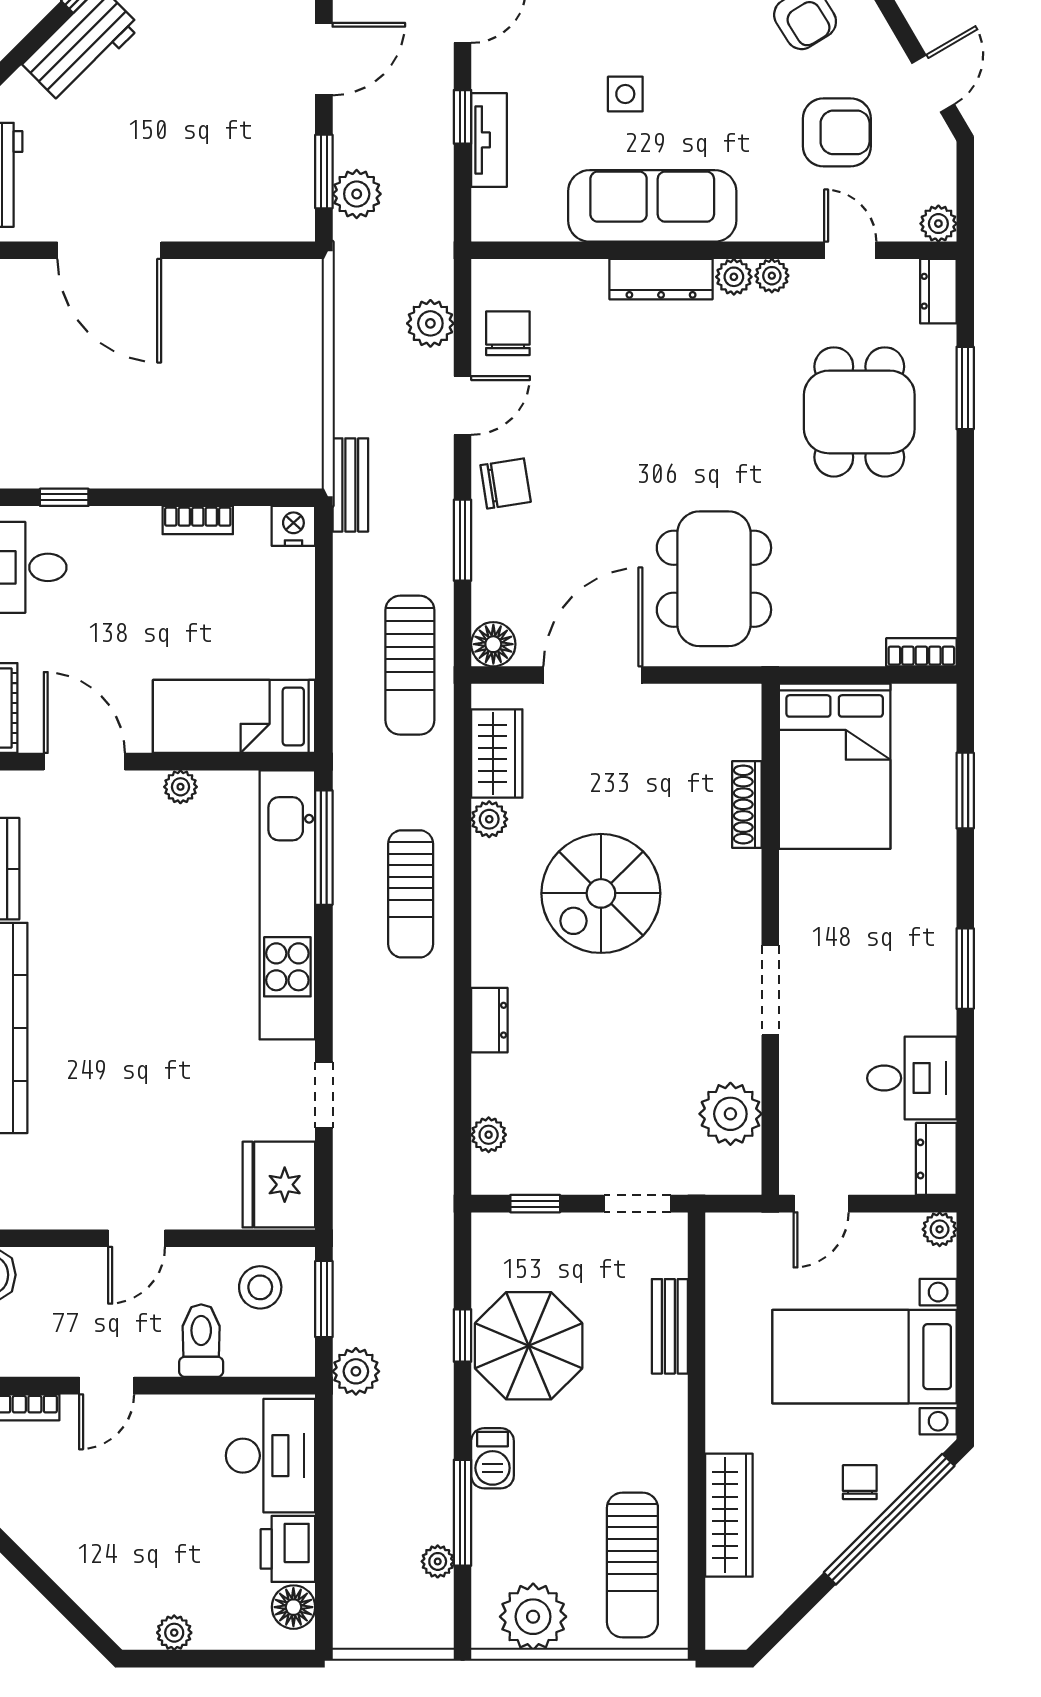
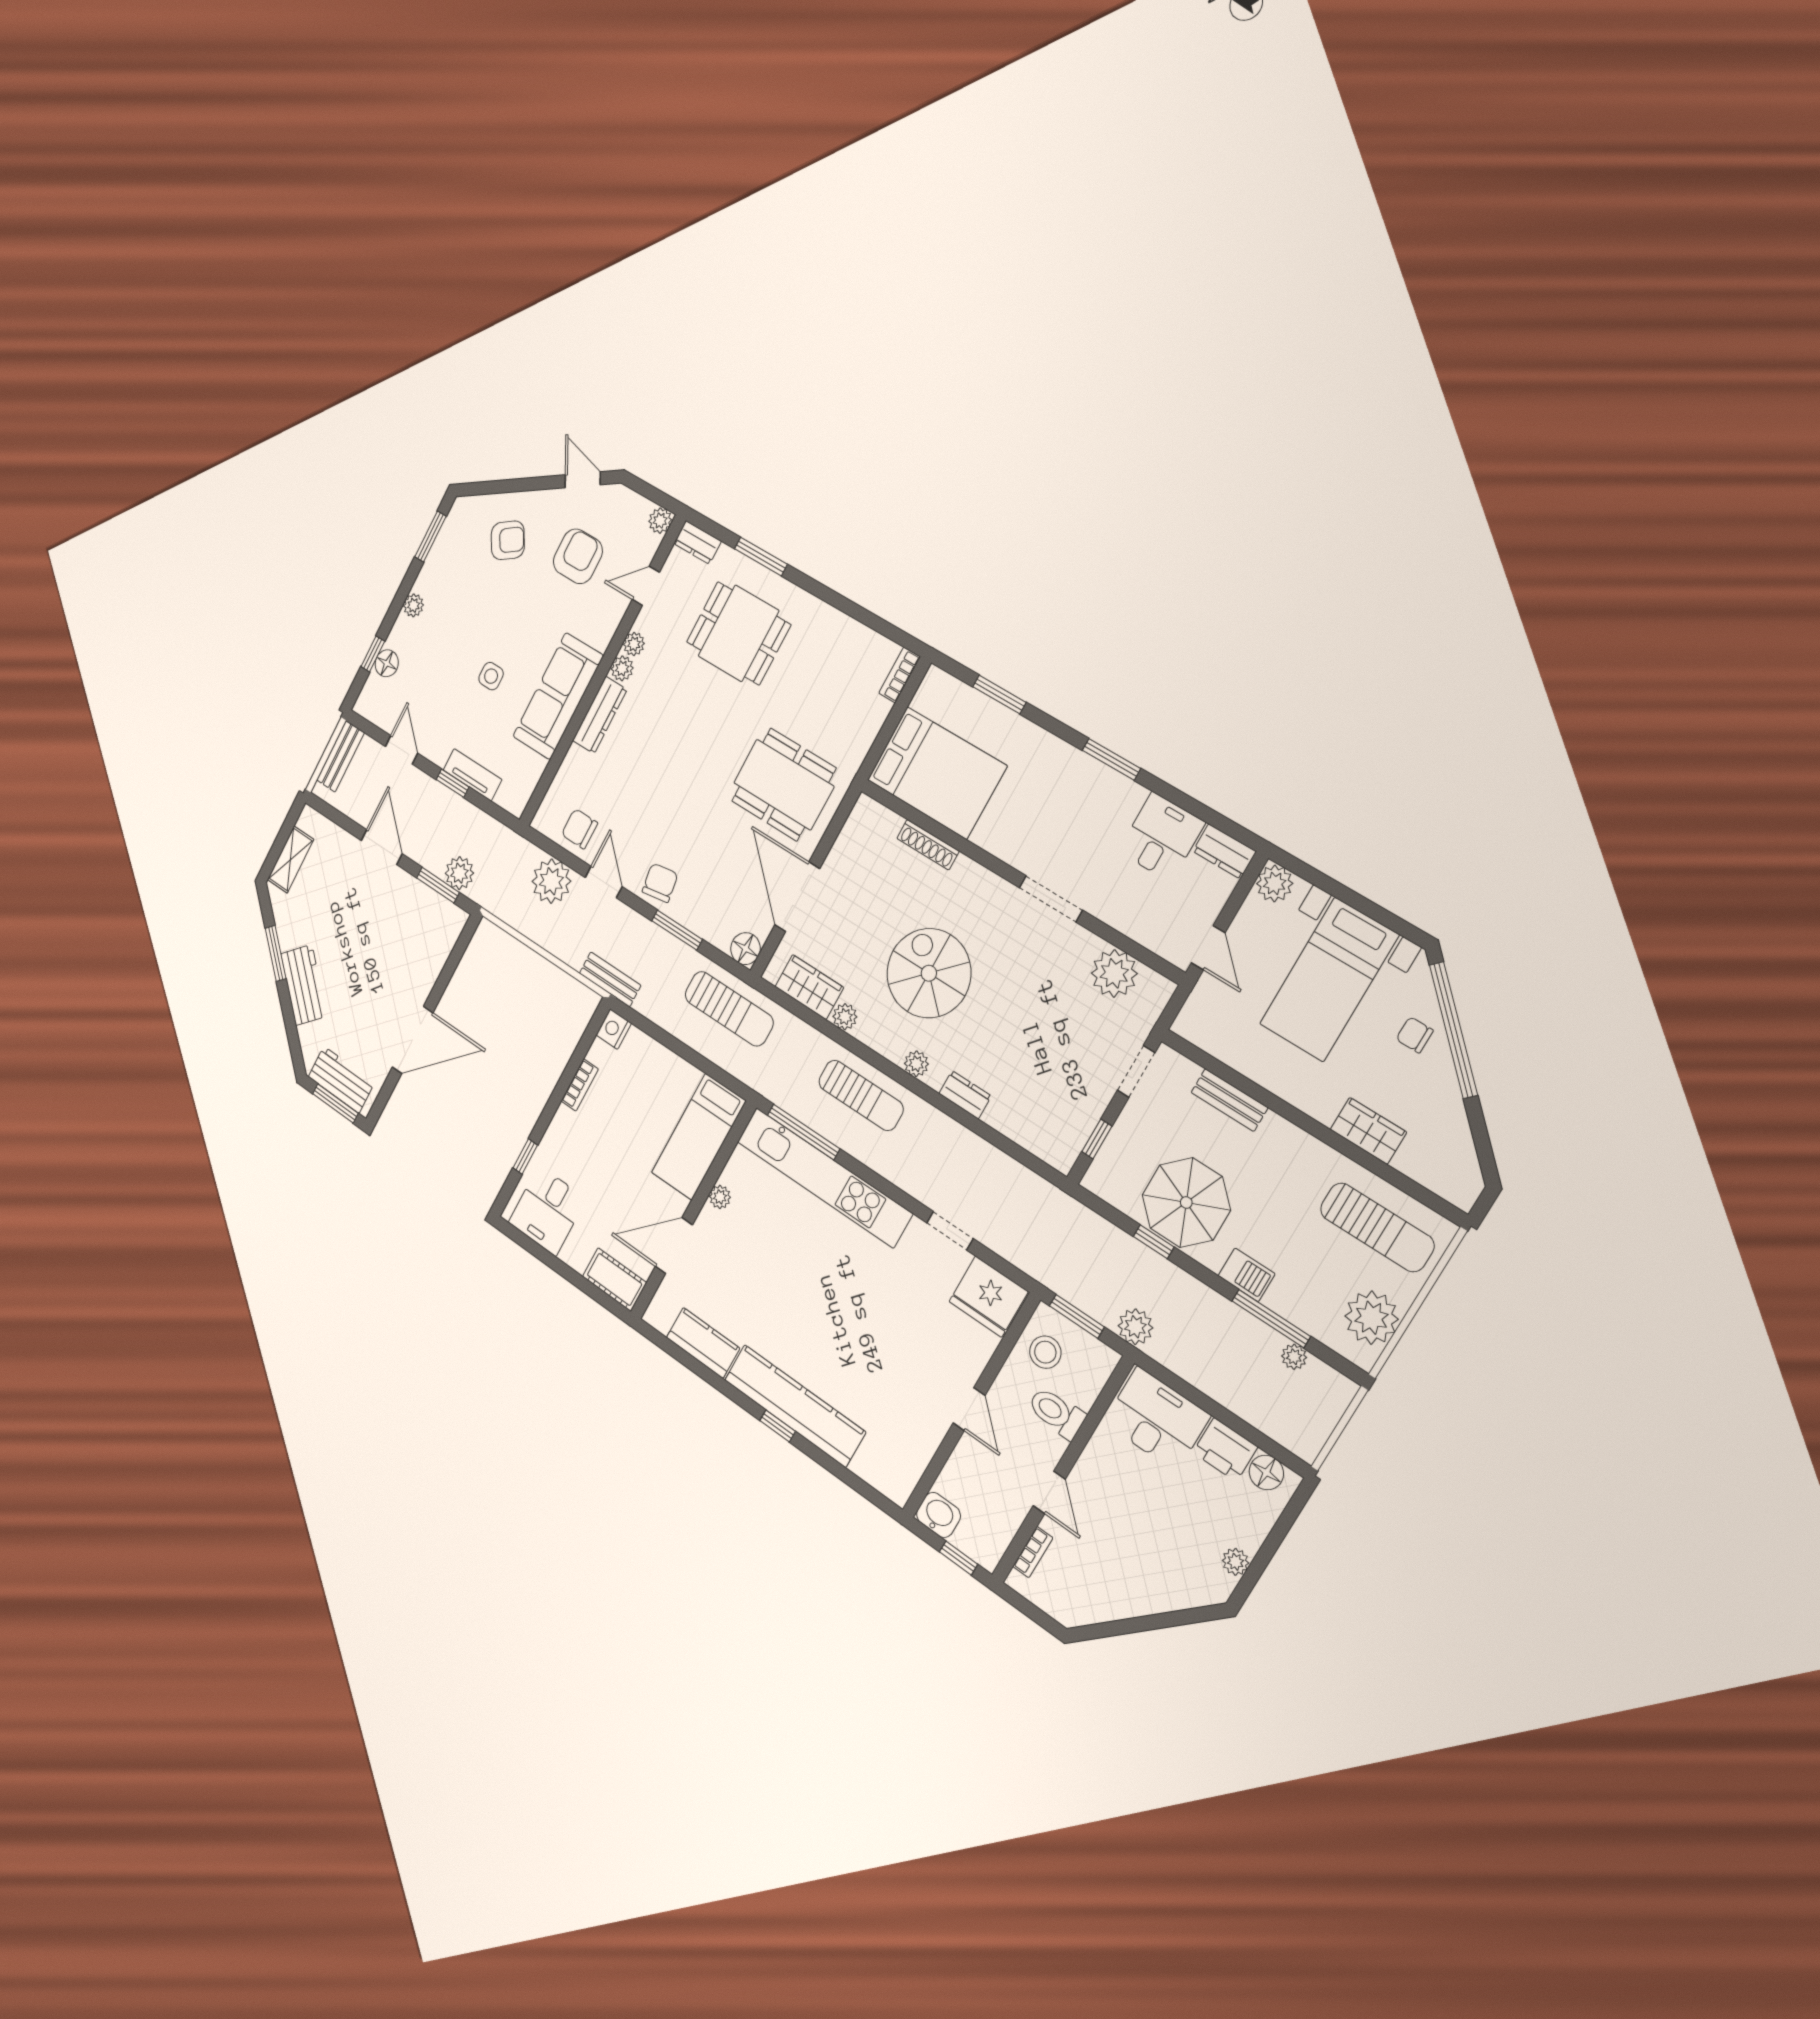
plant: (430, 323) -> (551, 881), width x1.36, depth x1.36
spiral stairs: (601, 893) -> (929, 973), turned 180
plant: (489, 1135) -> (916, 1064), moved
plant: (940, 1229) -> (1275, 883), width x1.38, depth x1.38
wardrobe: (729, 1515) -> (1368, 1131), width x0.67

